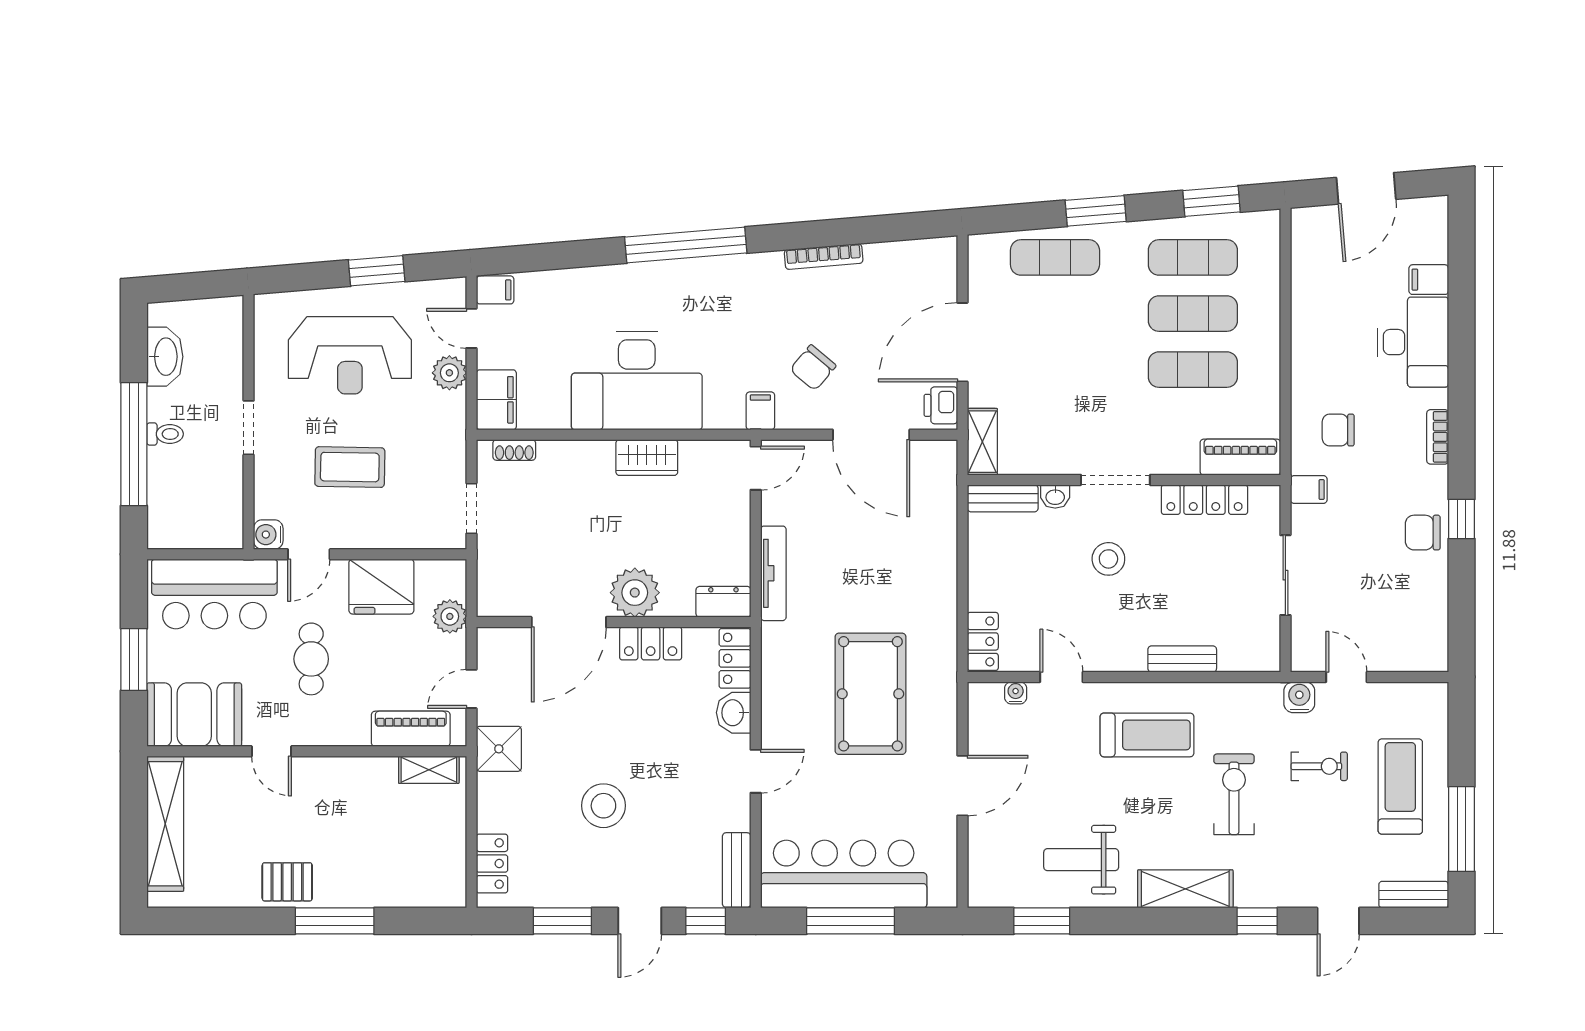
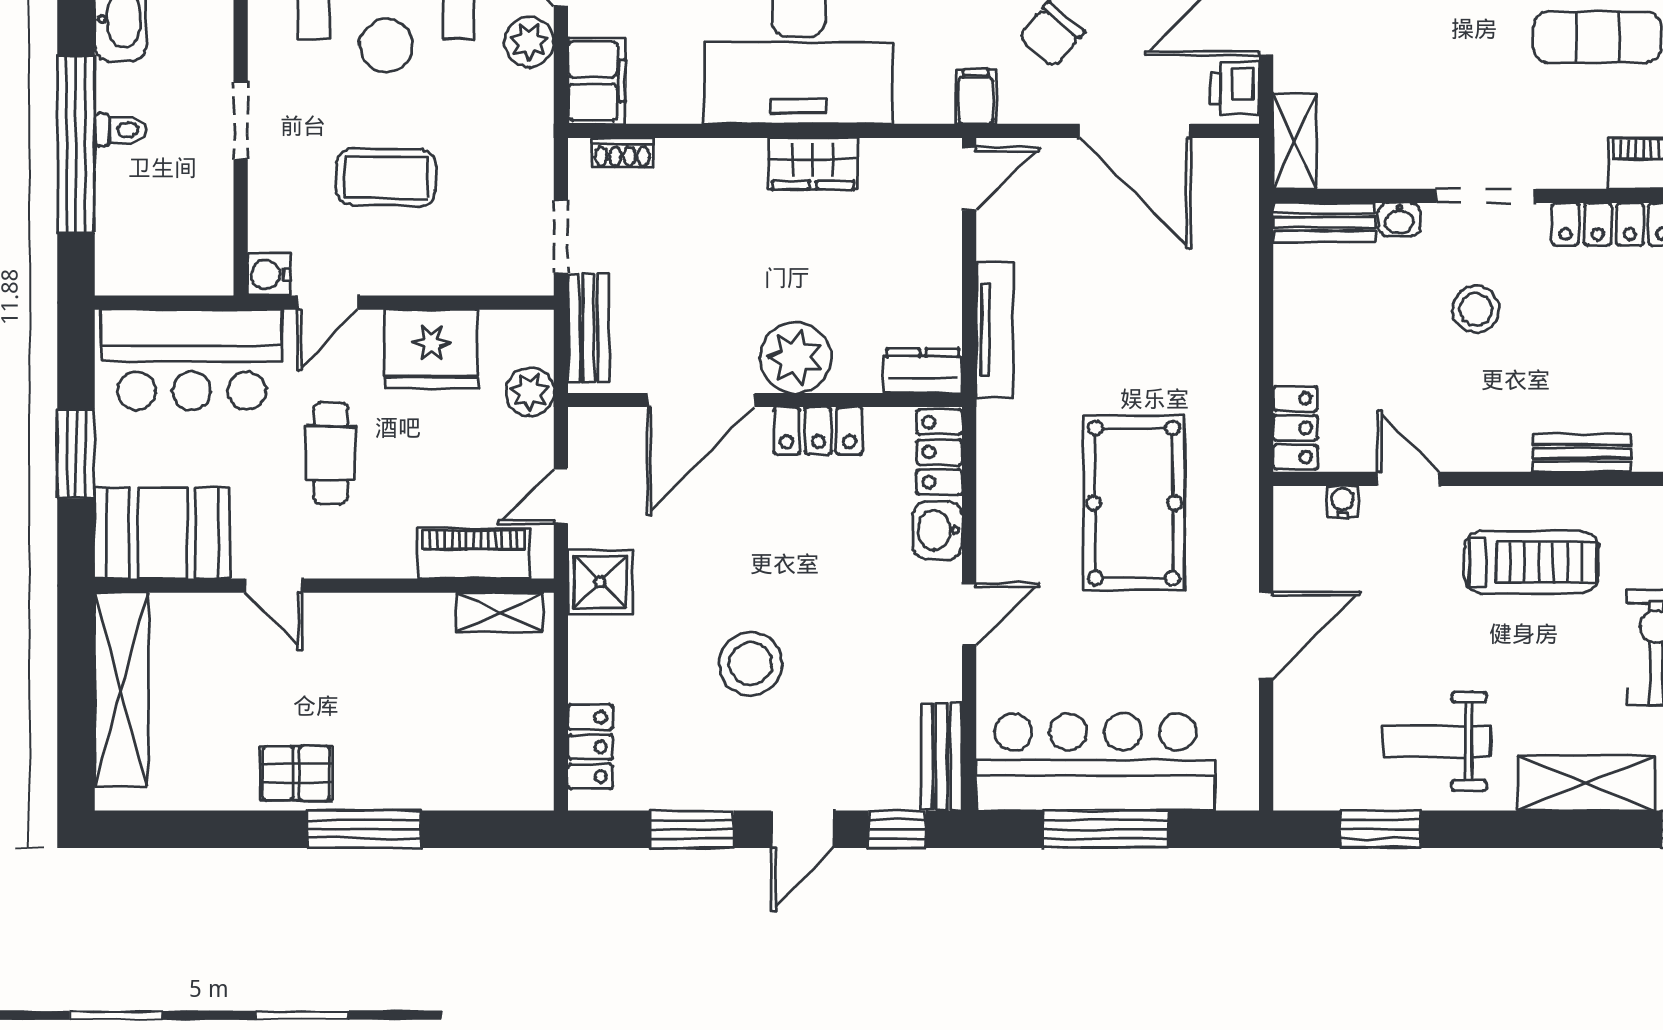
bench: (491, 572) -> (588, 328), added

